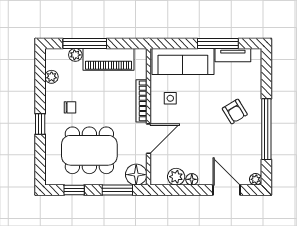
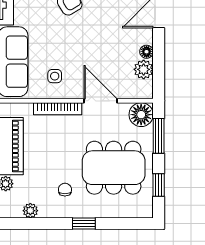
dining table: (89, 150) -> (114, 168), turned 90

